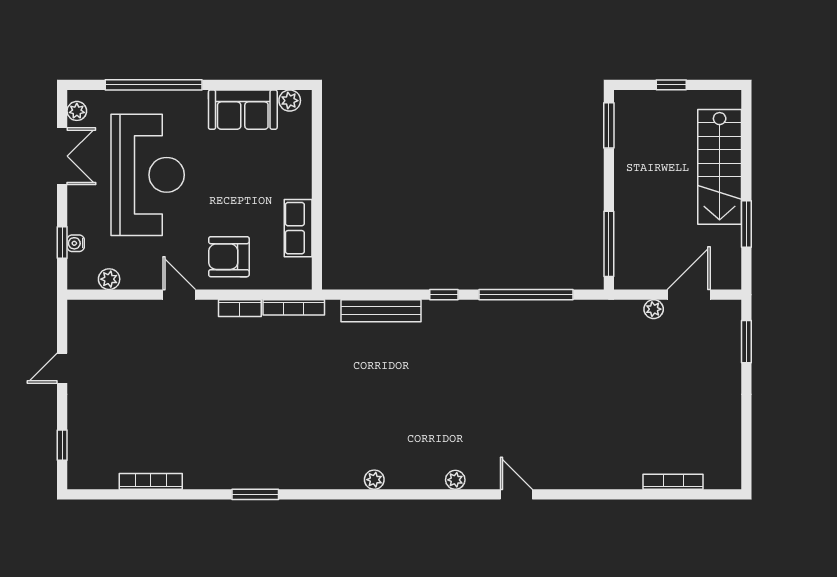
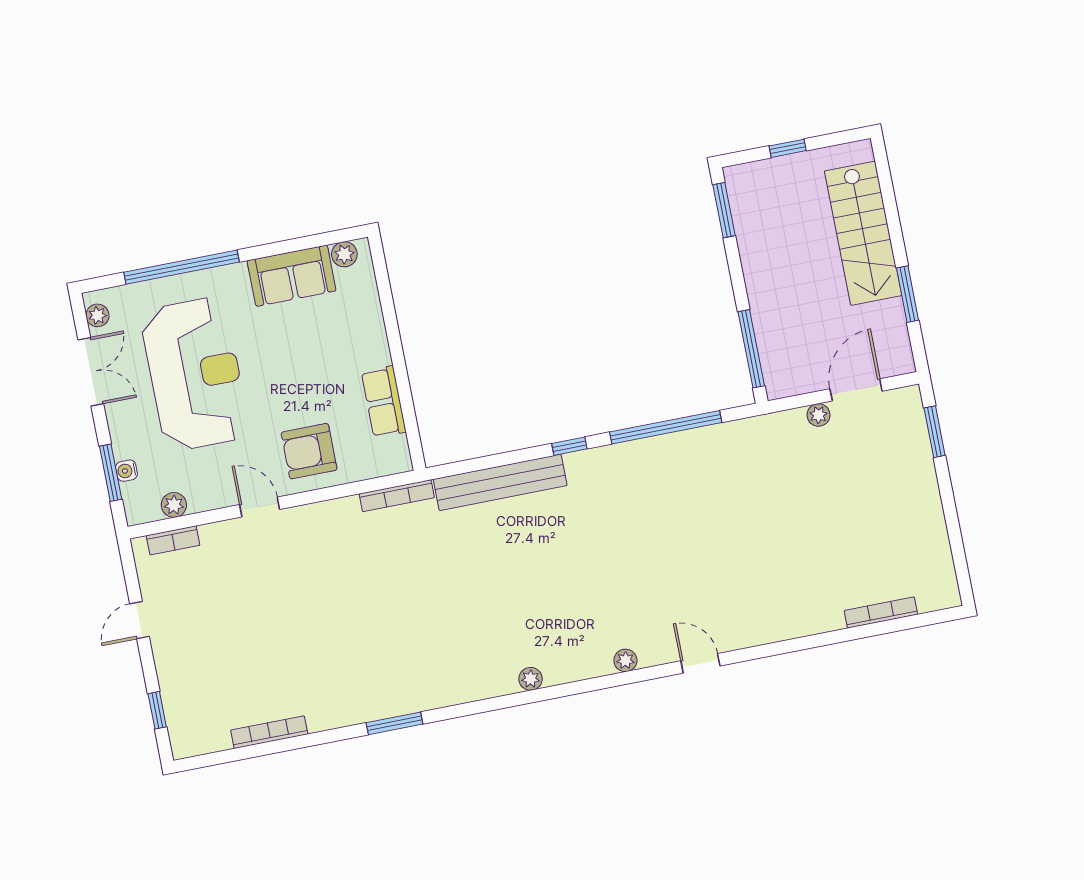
window: (62, 242) -> (111, 473), width x1.50
bookcase: (240, 308) -> (173, 540), moved
bench: (381, 311) -> (500, 482), width x1.37, depth x1.21

